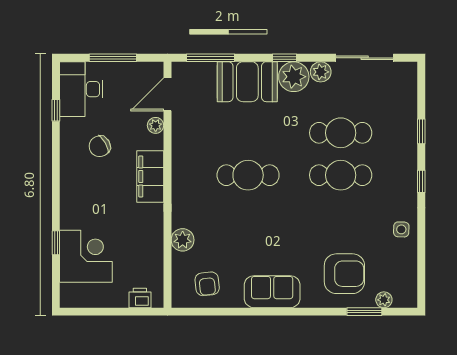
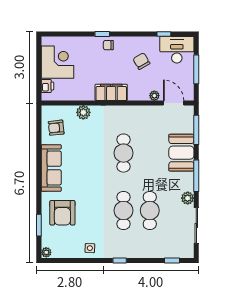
window: (285, 58) -> (196, 176), width x2.17
plant: (294, 77) -> (185, 181), removed
window: (421, 131) -> (172, 260), moved
filing cabinet: (150, 176) -> (111, 92), moved
chair: (74, 200) -> (108, 45), added
window: (56, 243) -> (102, 34), moved
corner desk: (86, 256) -> (57, 62), moved, turned -90
sofa: (272, 292) -> (51, 168), width x1.36
plant: (384, 300) -> (46, 252), moved

